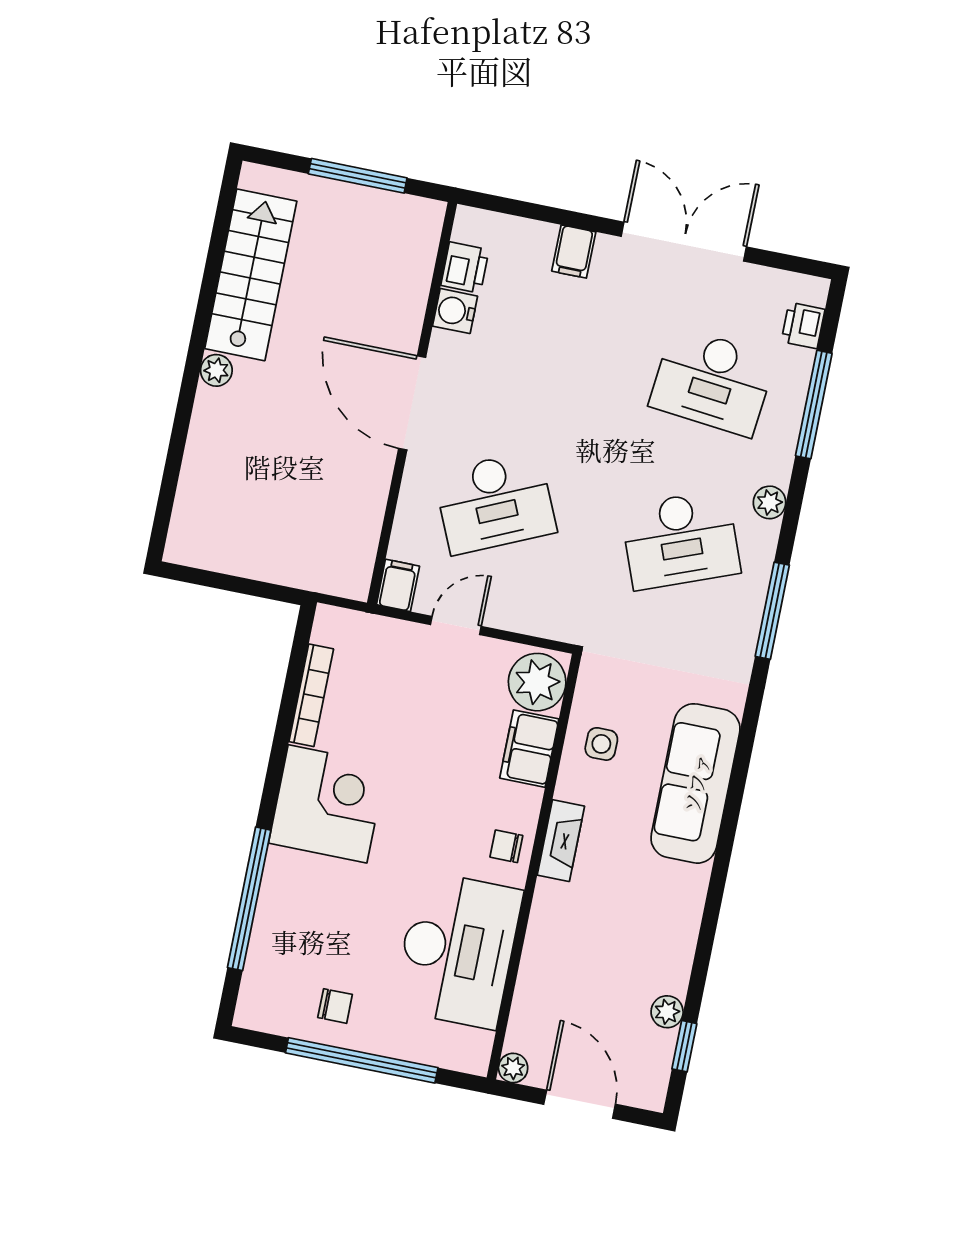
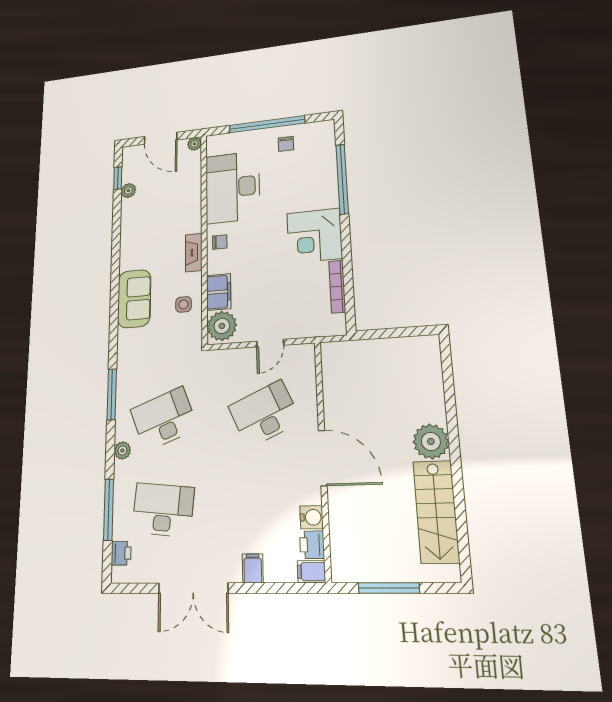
plant: (216, 370) -> (431, 441), width x1.88, depth x1.88
filing cabinet: (398, 585) -> (311, 572), moved, turned 90
sofa: (696, 783) -> (134, 299), width x0.73
chair: (335, 1006) -> (286, 144), turned -90

